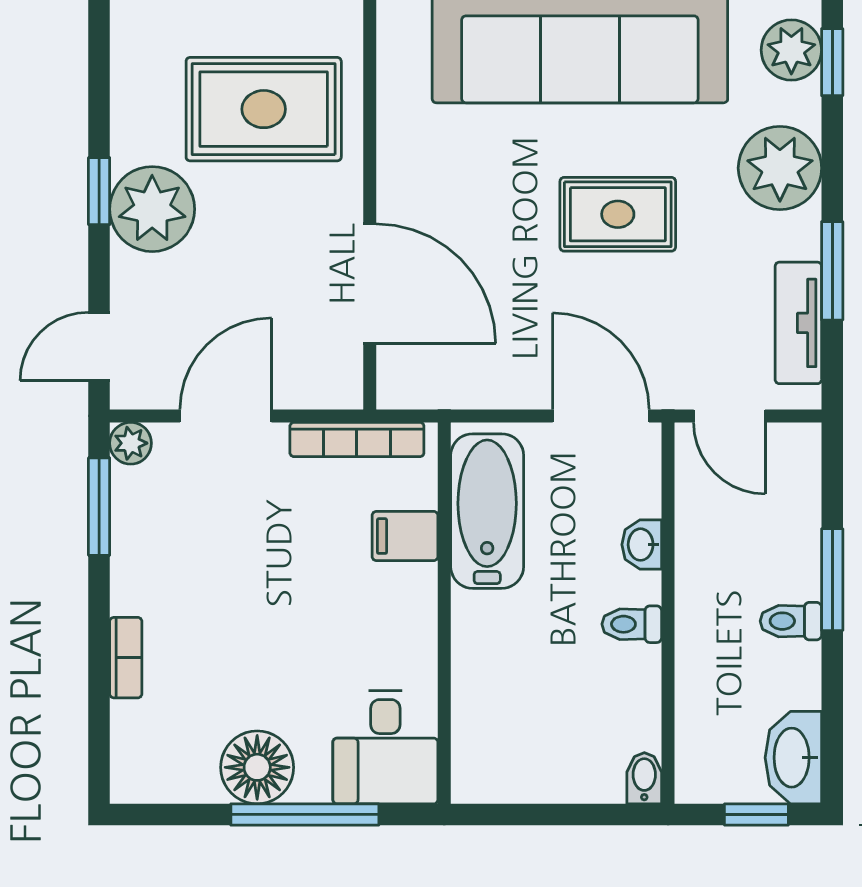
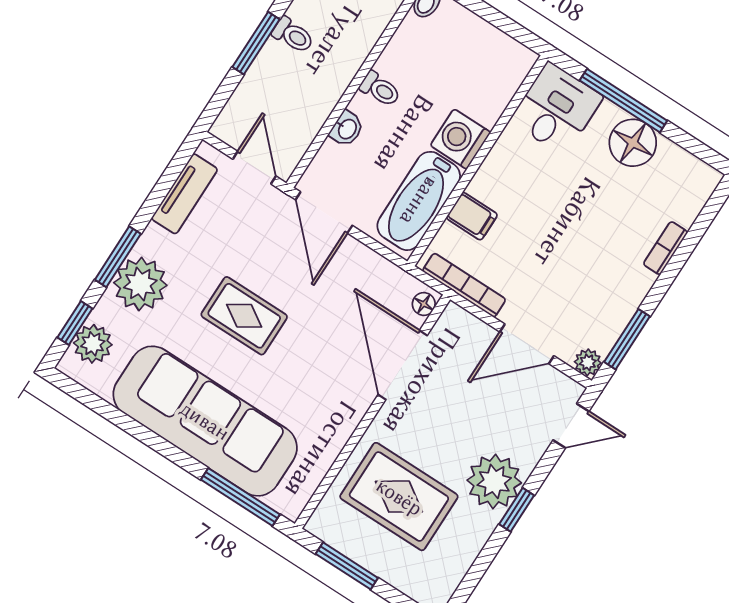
window: (832, 271) -> (118, 257), moved
floor lamp: (394, 381) -> (424, 304), added
washing machine: (485, 627) -> (460, 139), added

